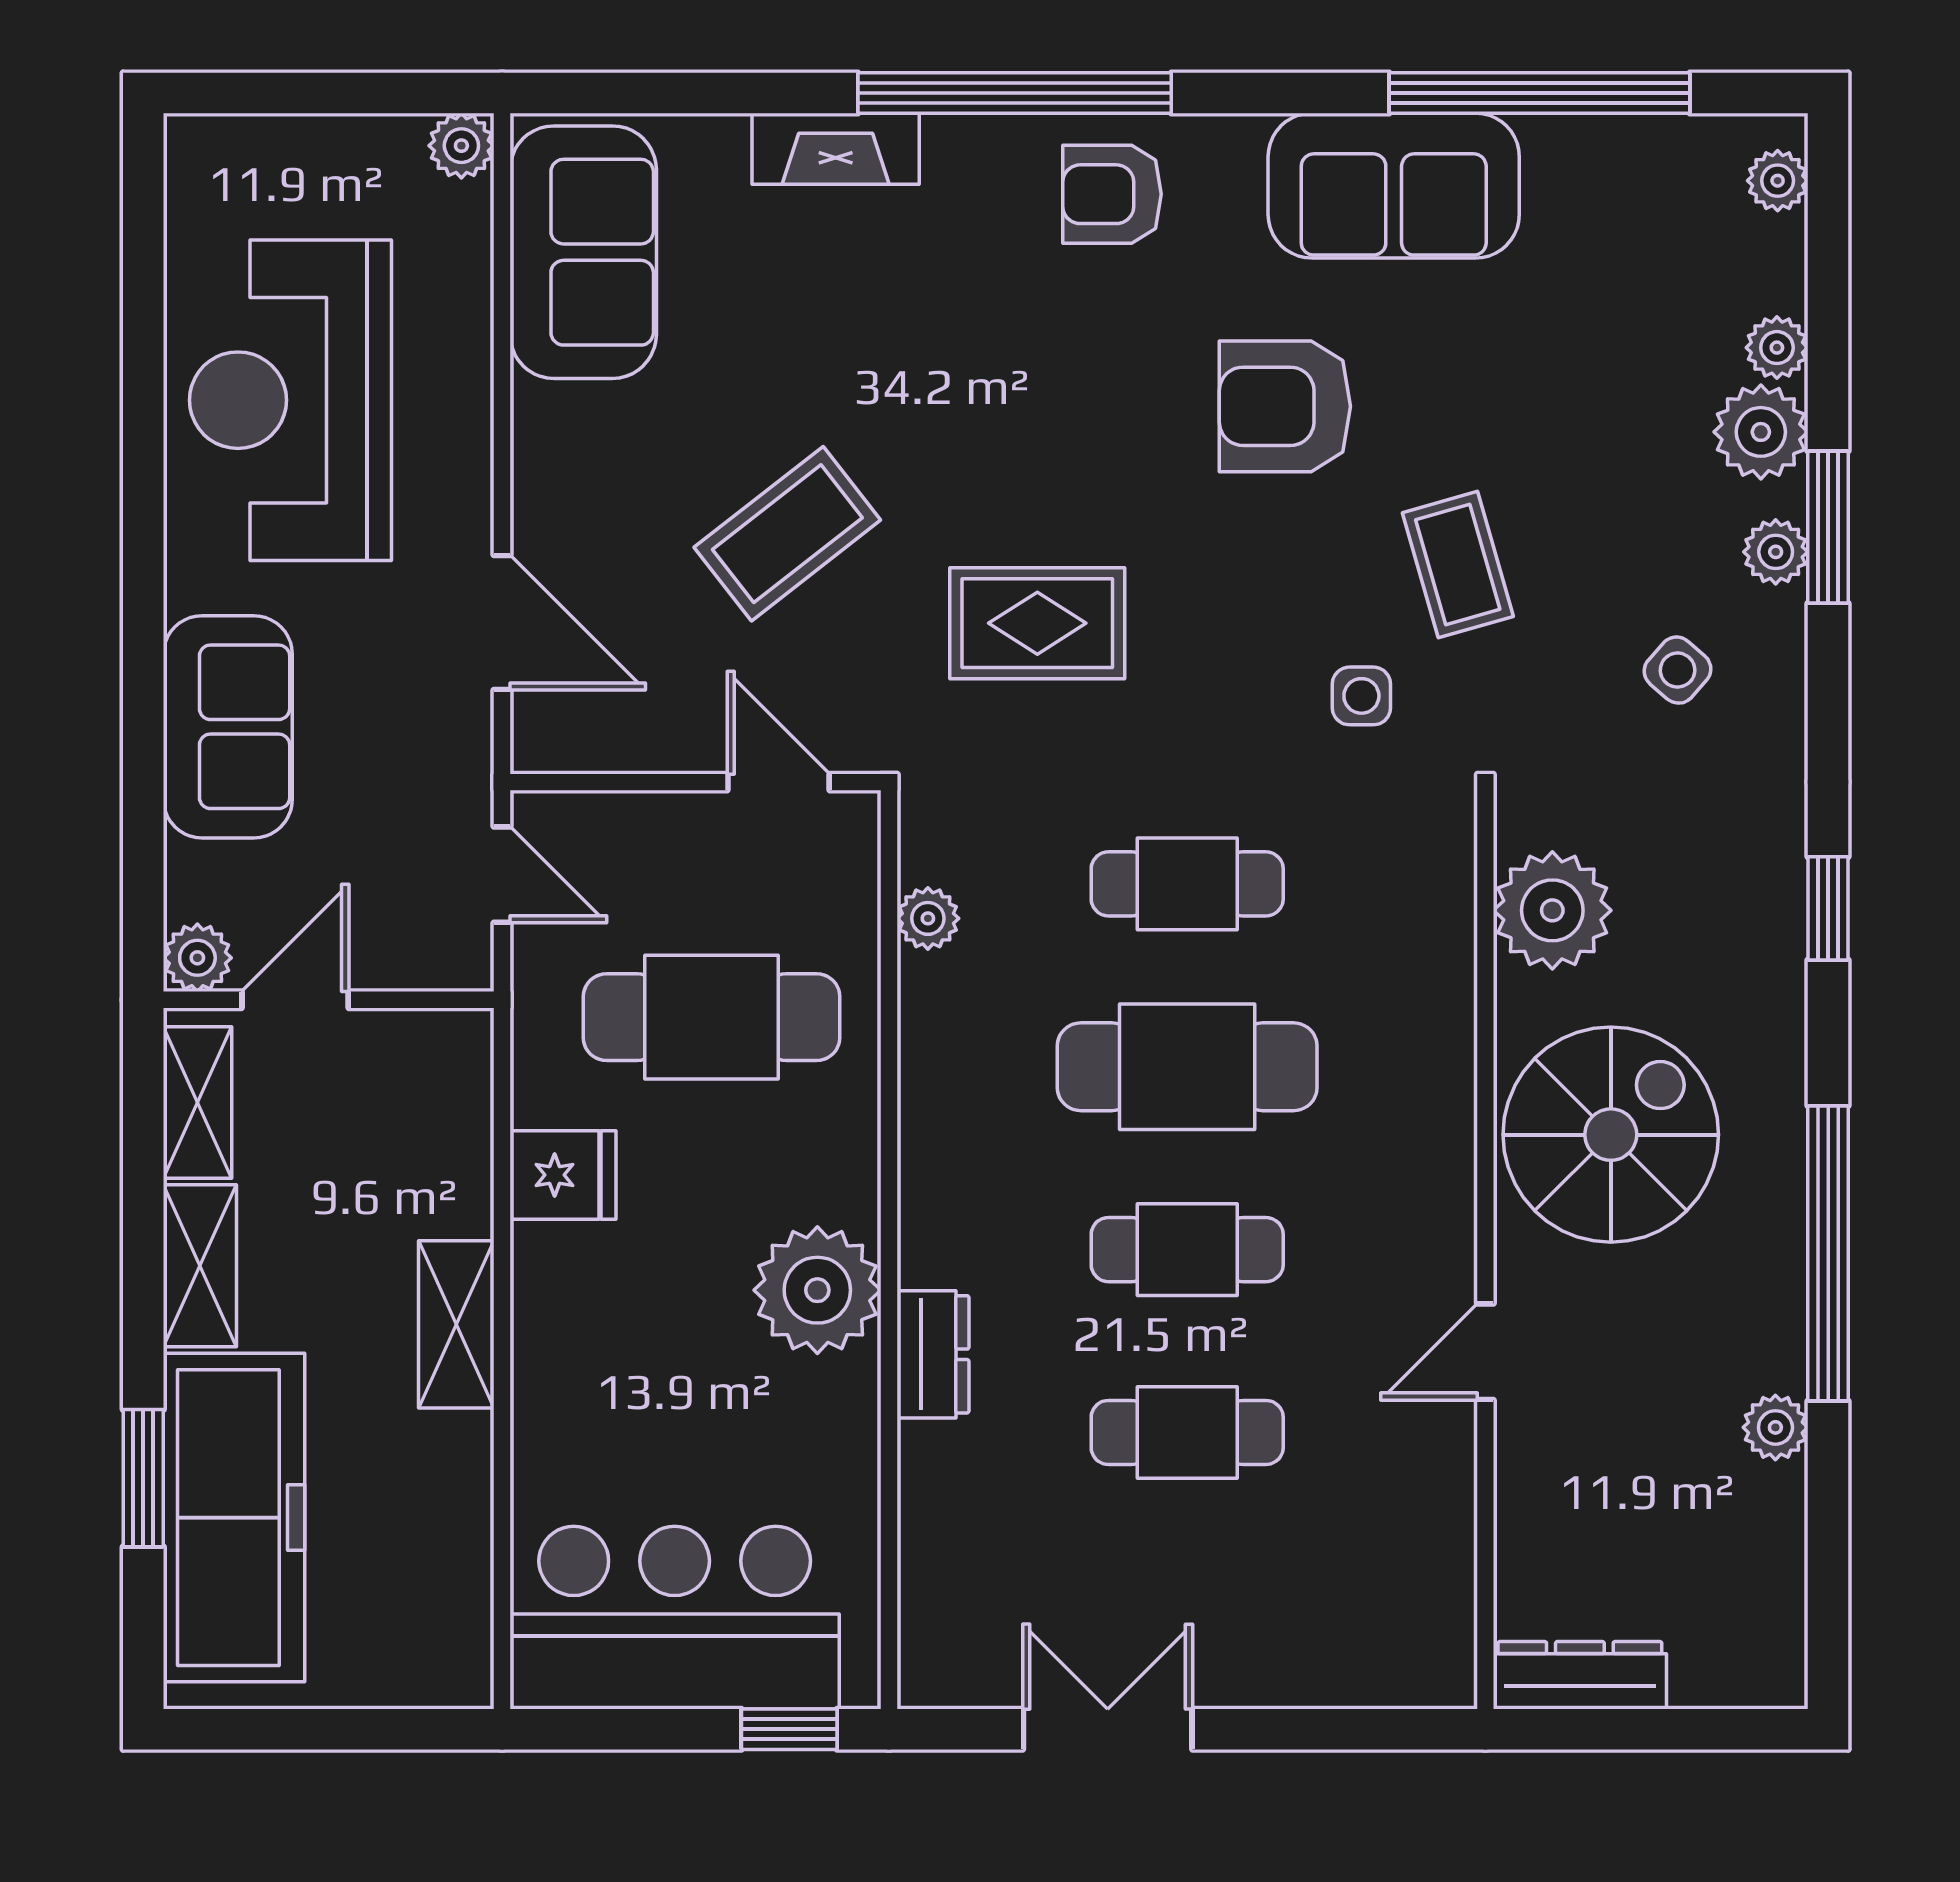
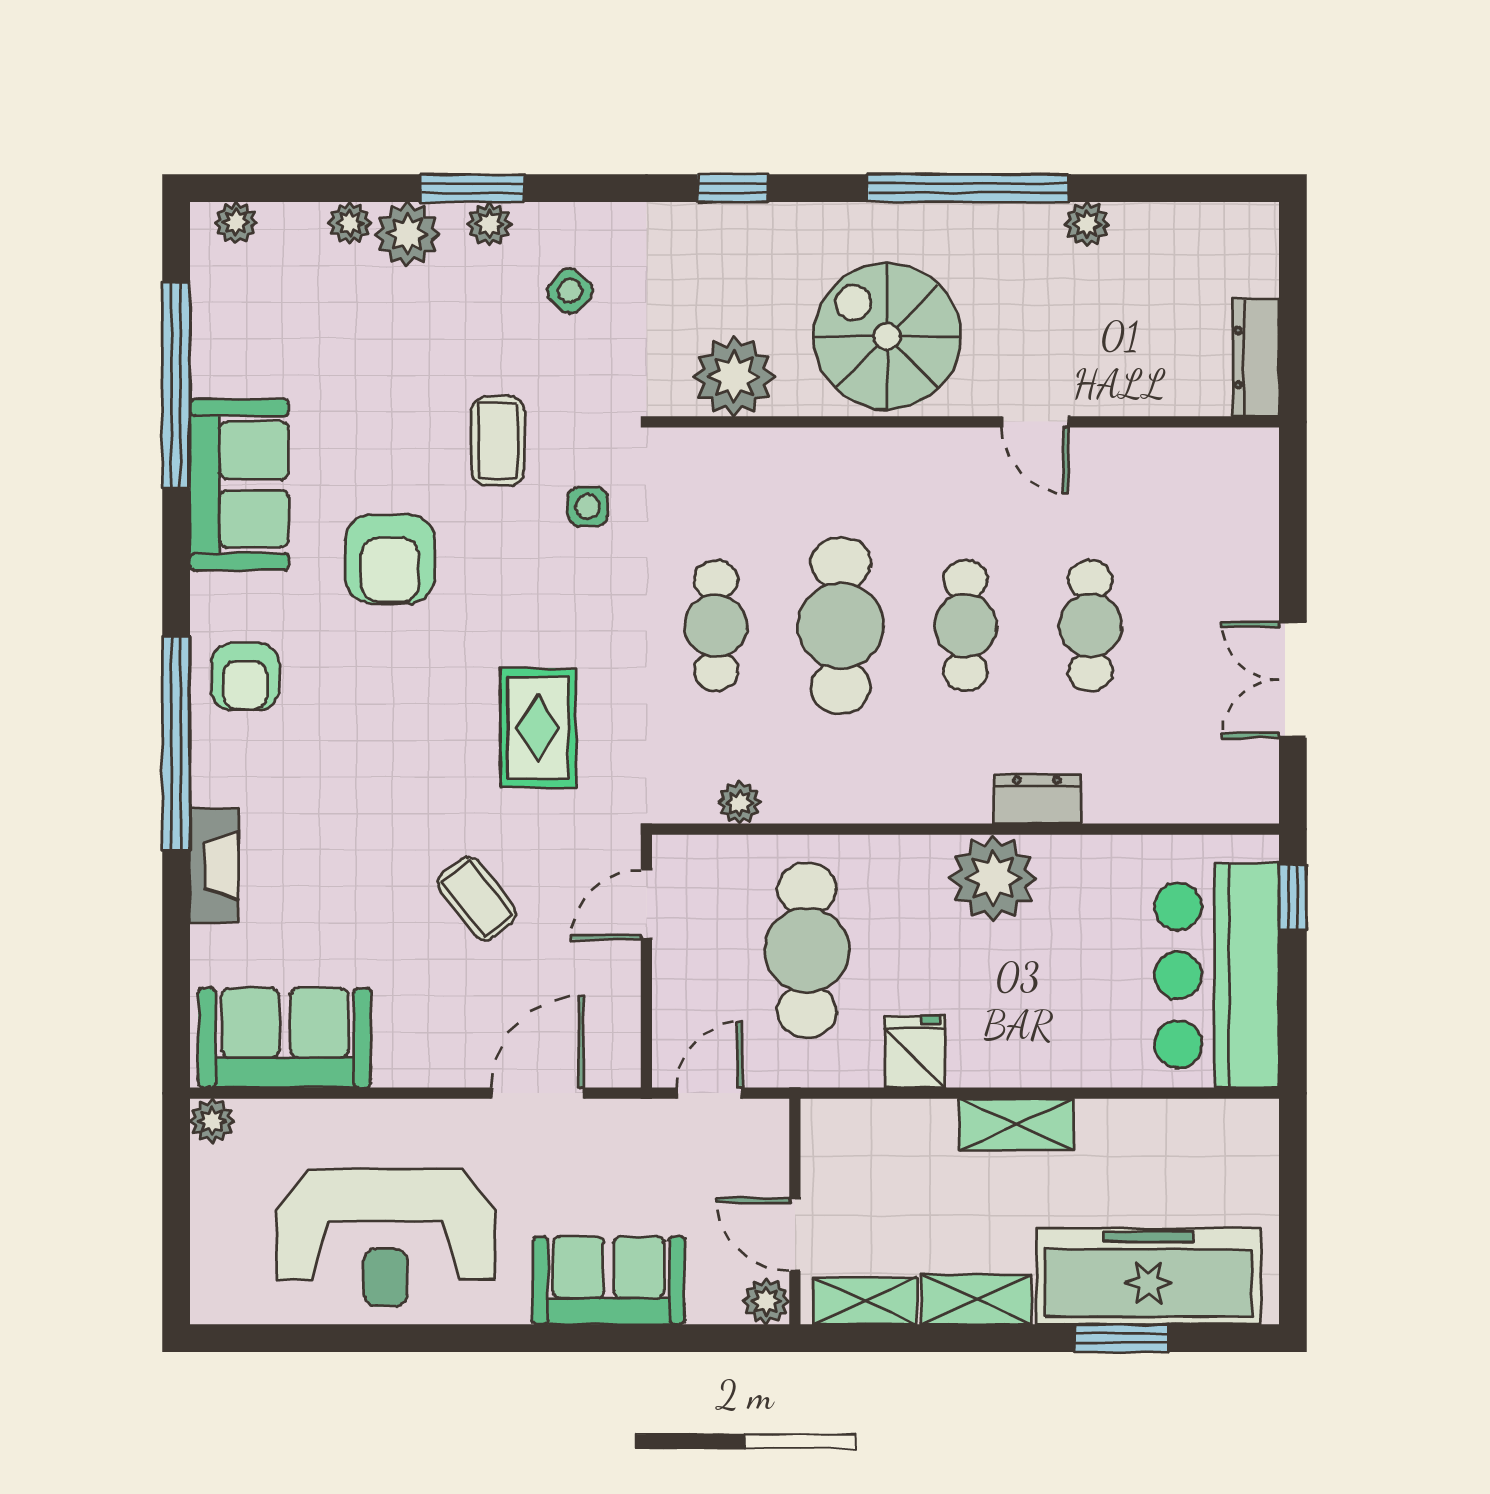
coffee table: (787, 534) -> (477, 898), width x0.73, depth x0.77
coffee table: (1458, 565) -> (498, 441), turned -74

